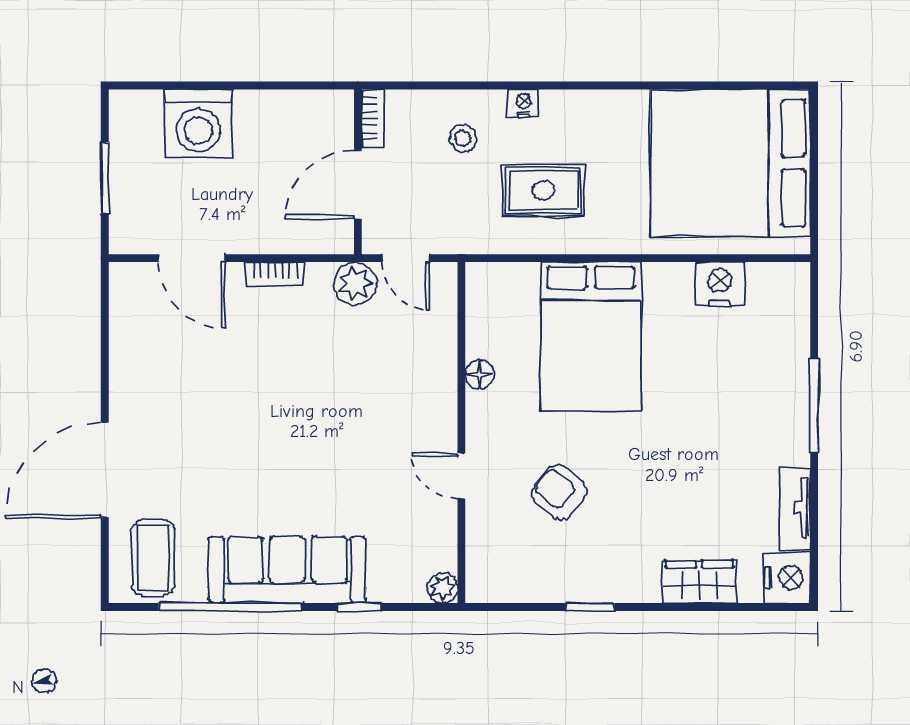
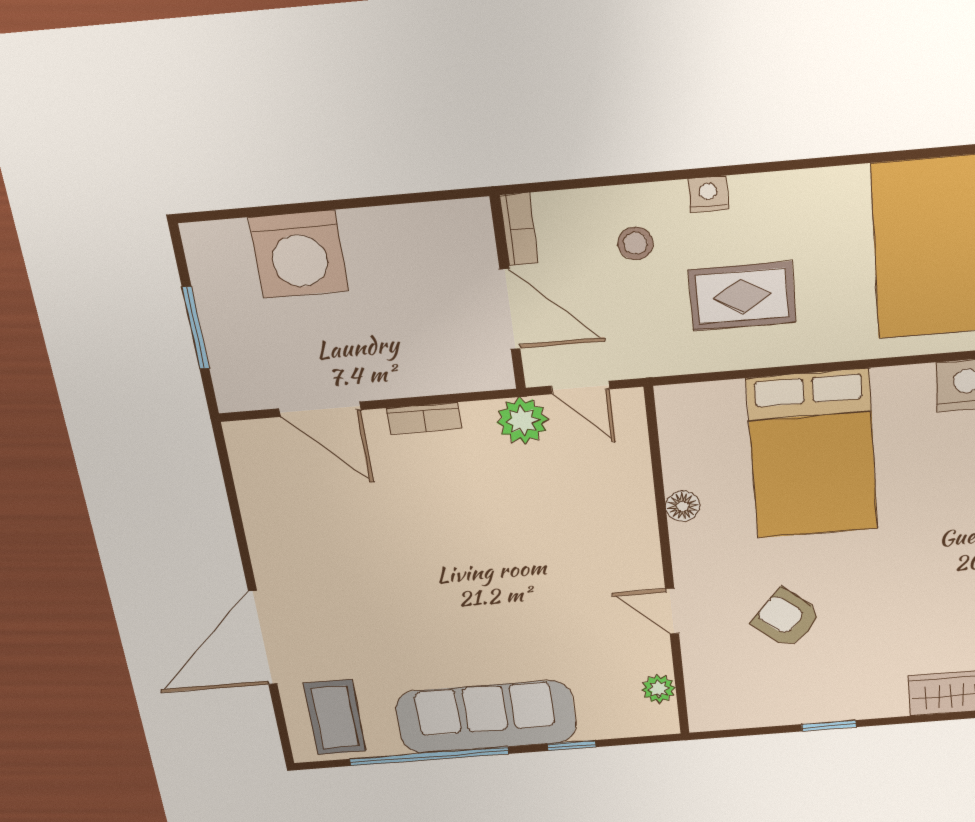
door: (358, 185) -> (510, 309), swing flipped
plant: (442, 588) -> (658, 689), moved

